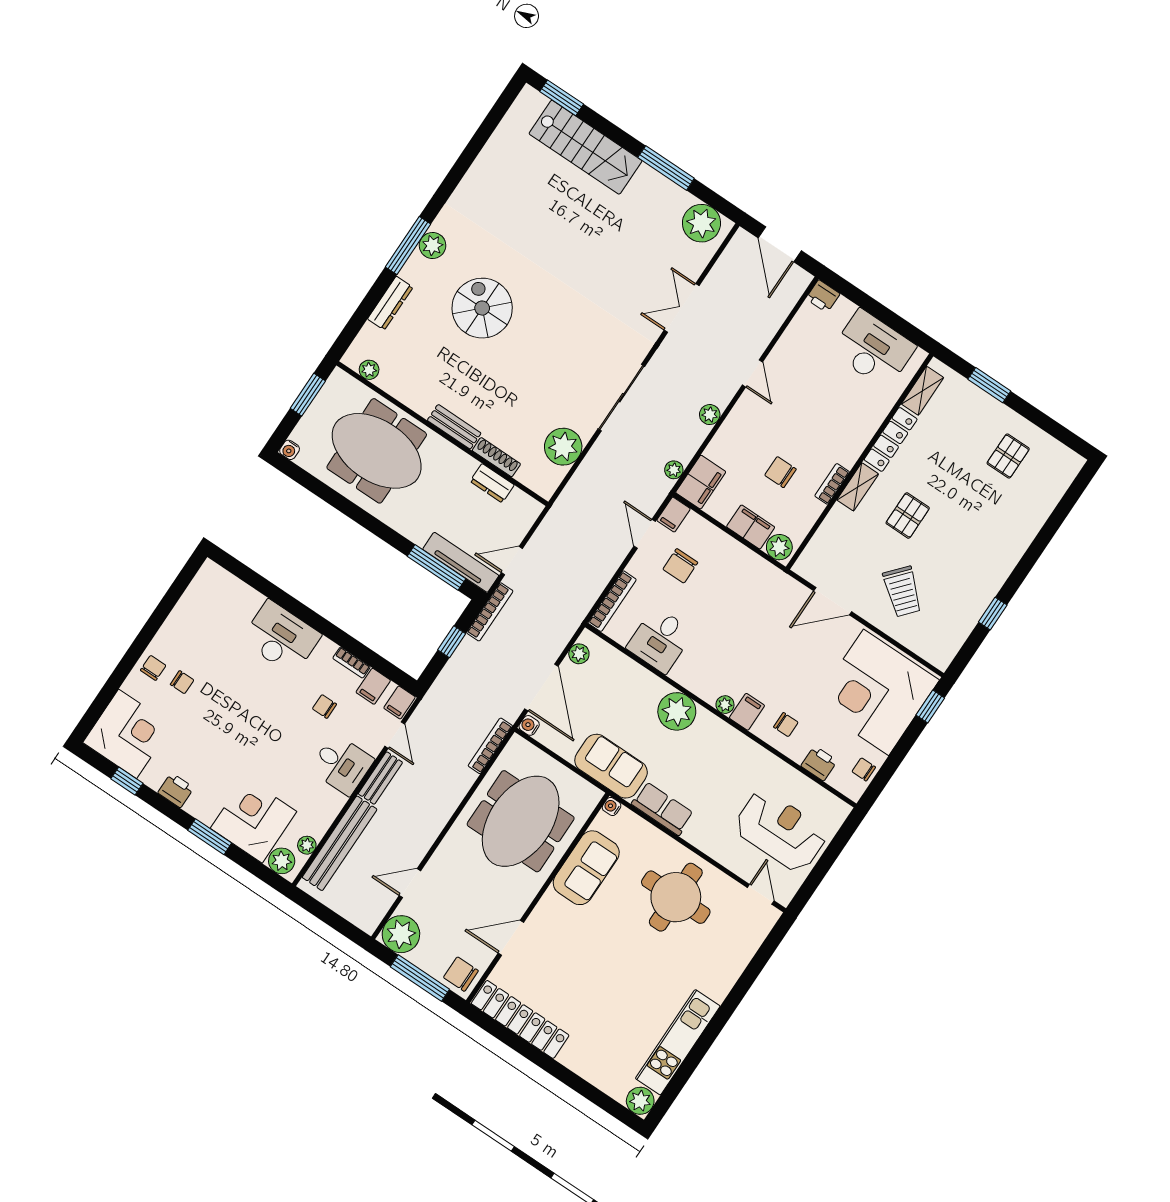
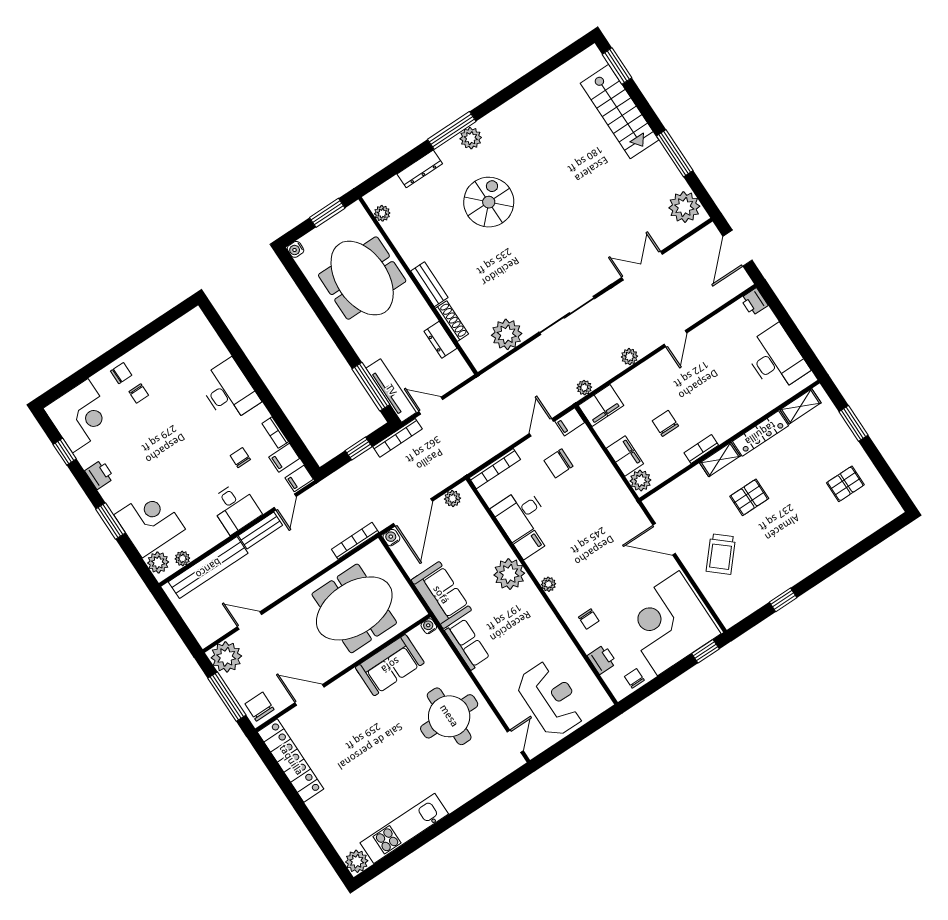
filing cabinet: (747, 712) -> (529, 545), moved

